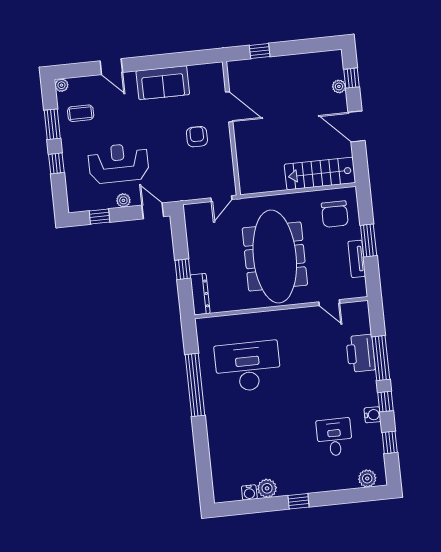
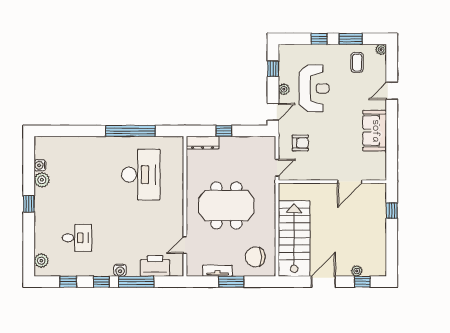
armchair: (197, 137) -> (300, 143), moved
stairs: (320, 174) -> (294, 238), width x1.36, depth x1.51
door: (221, 199) -> (277, 168), swing flipped
meeting table: (275, 257) -> (226, 205), width x0.73
printer: (361, 353) -> (155, 266), moved
water cooler: (372, 415) -> (120, 270), moved

